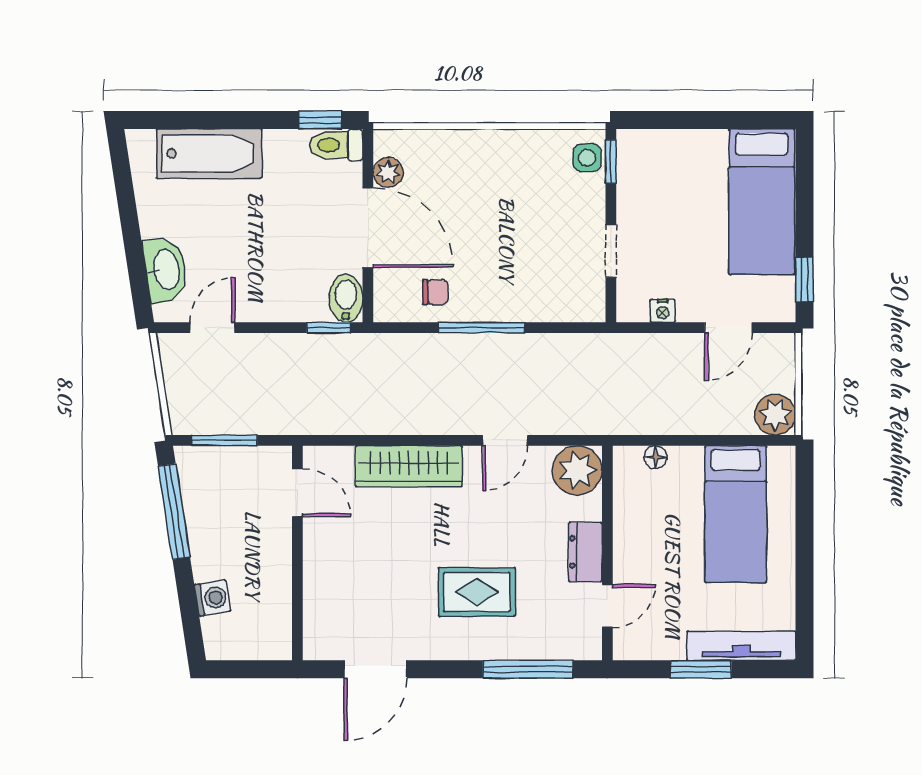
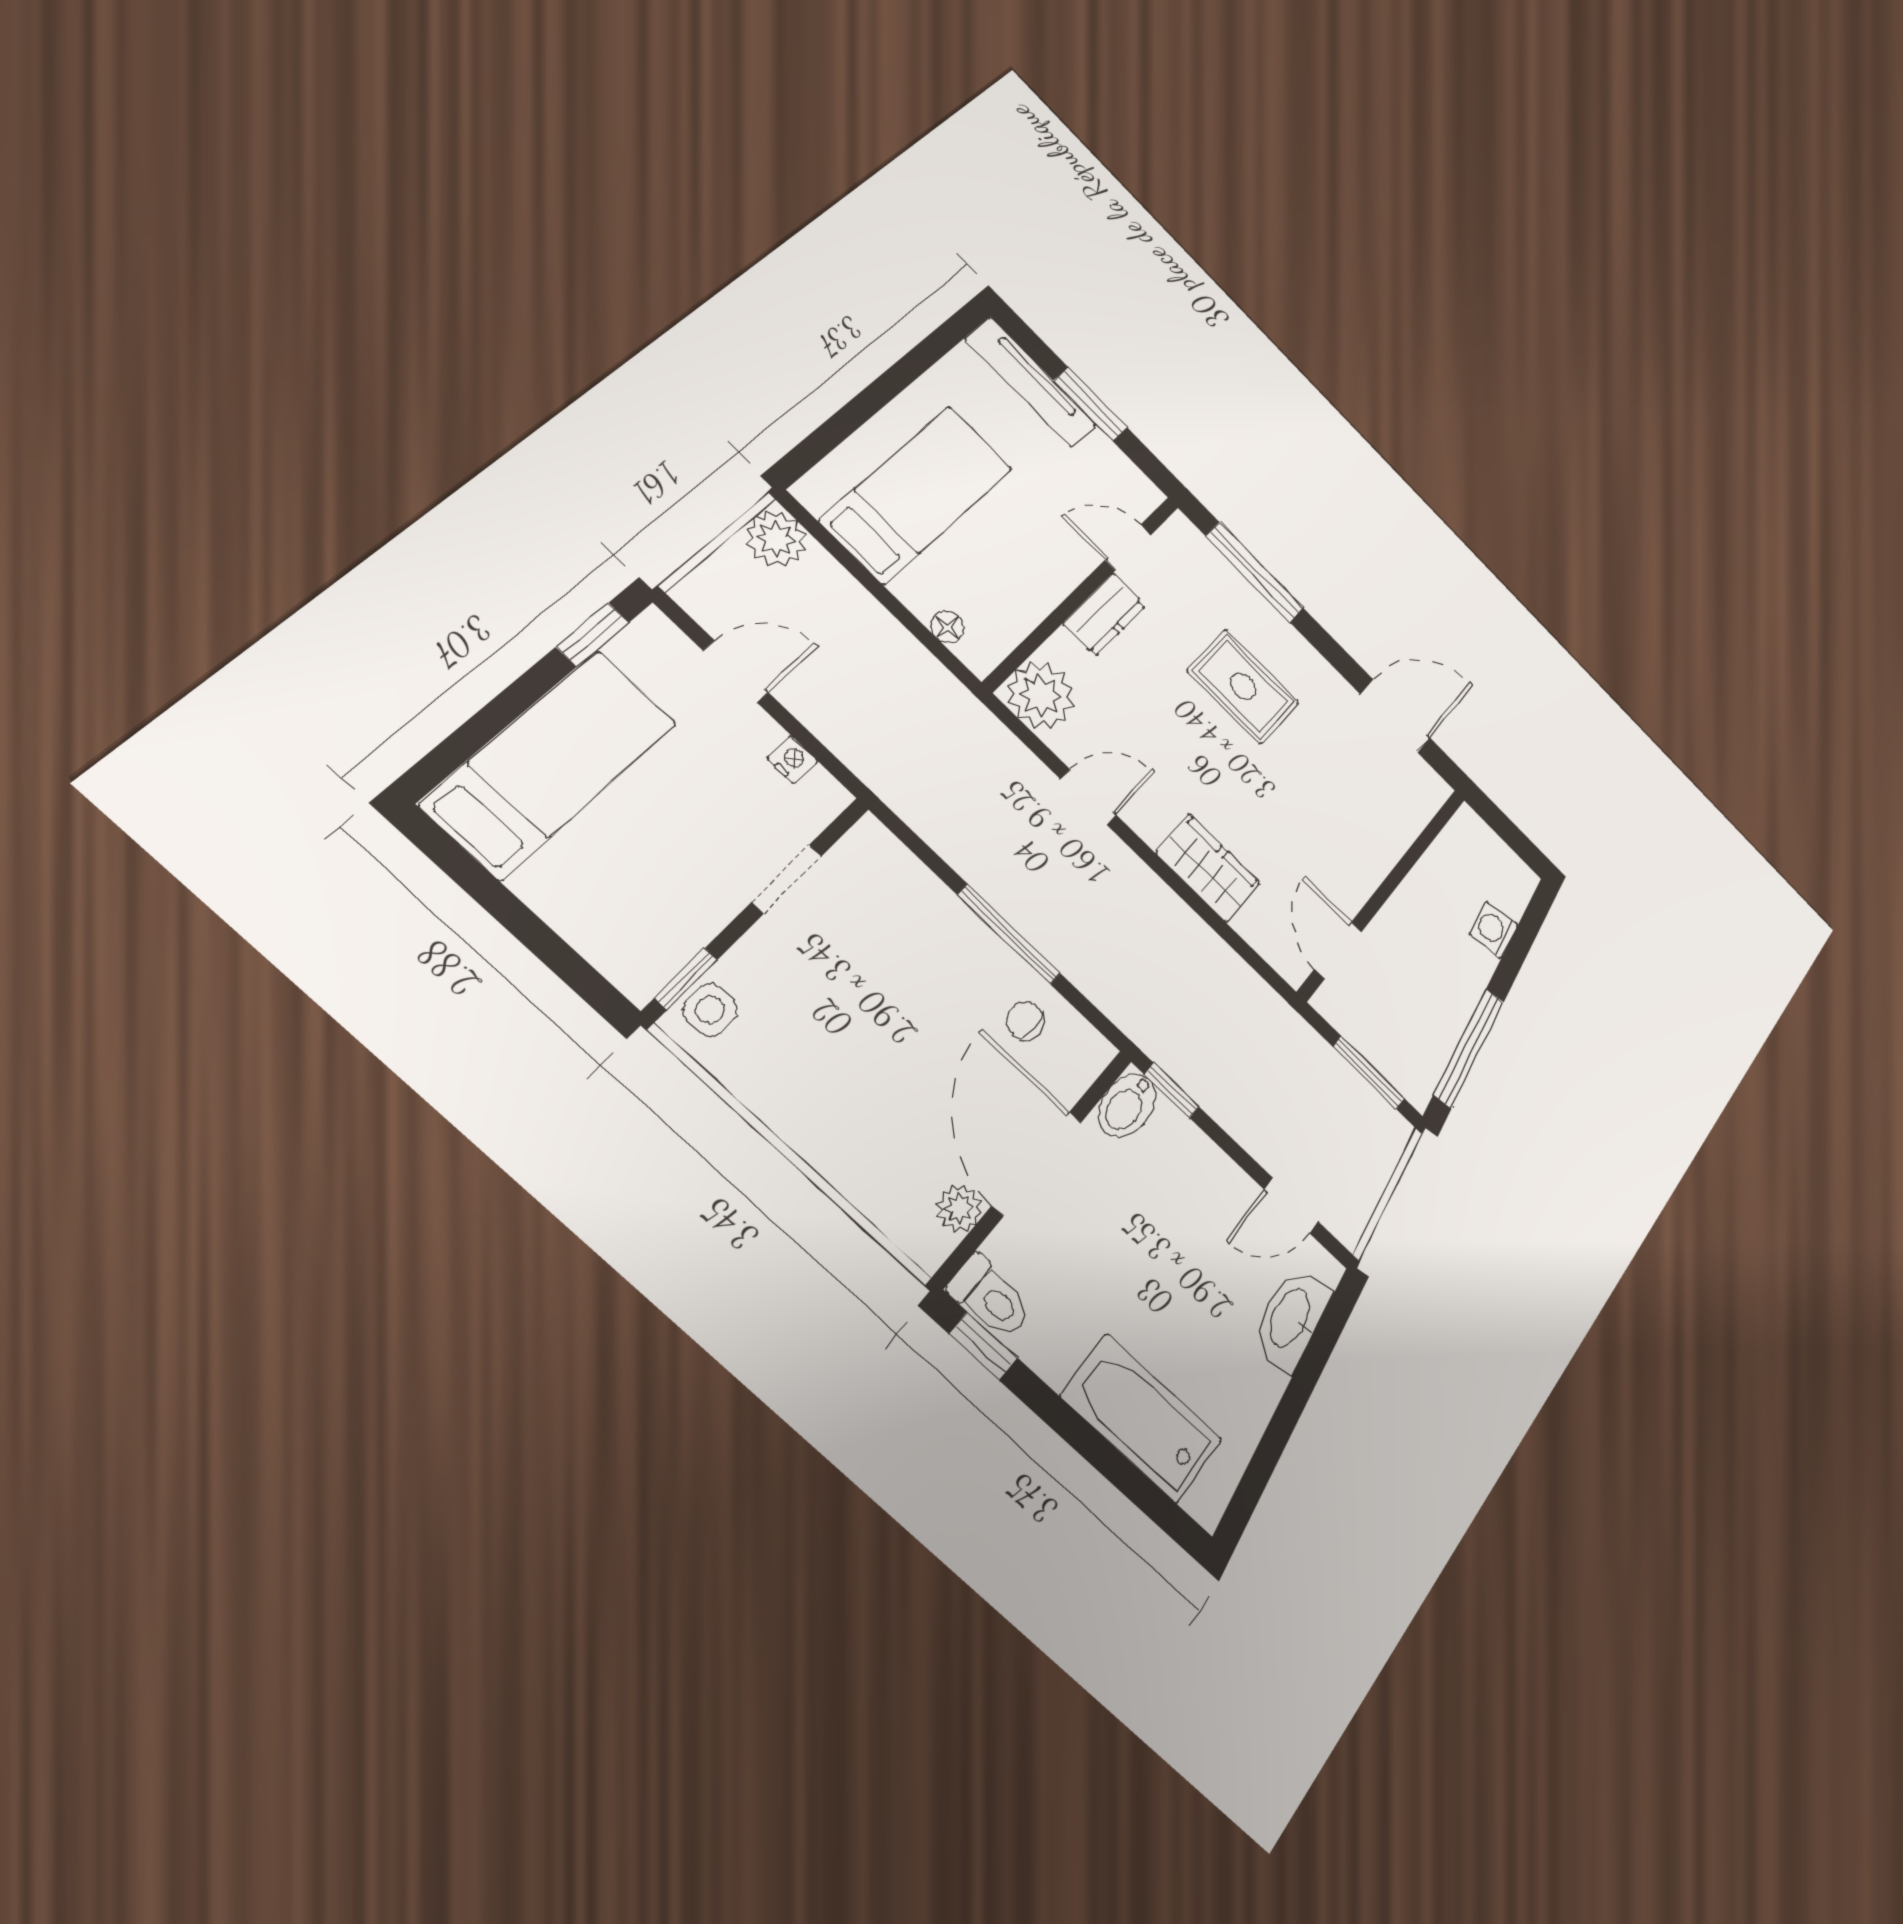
wardrobe: (409, 466) -> (1208, 868), width x0.67

